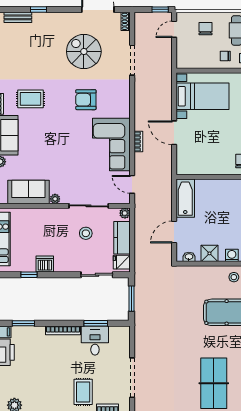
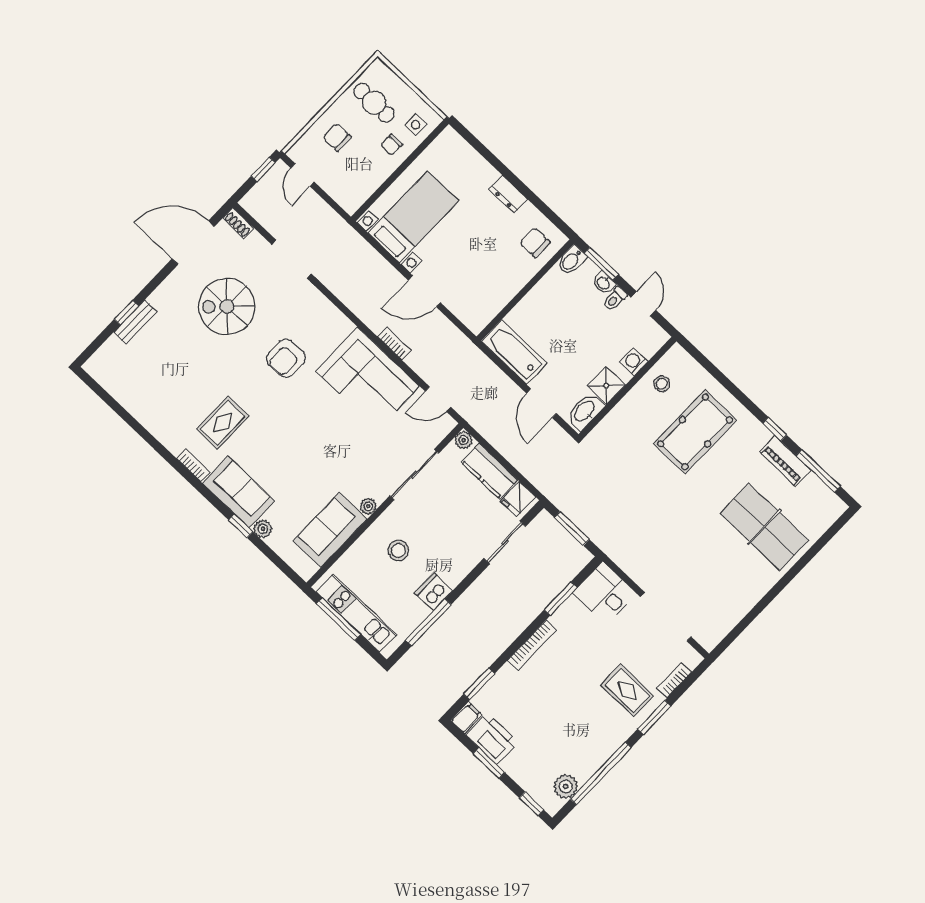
bench: (18, 17) -> (135, 322), moved
stool: (86, 233) -> (398, 551), moved
washbasin: (189, 257) -> (585, 411), width x1.91, depth x1.45
window: (29, 275) -> (428, 622), width x2.17
desk: (95, 341) -> (605, 593), moved

